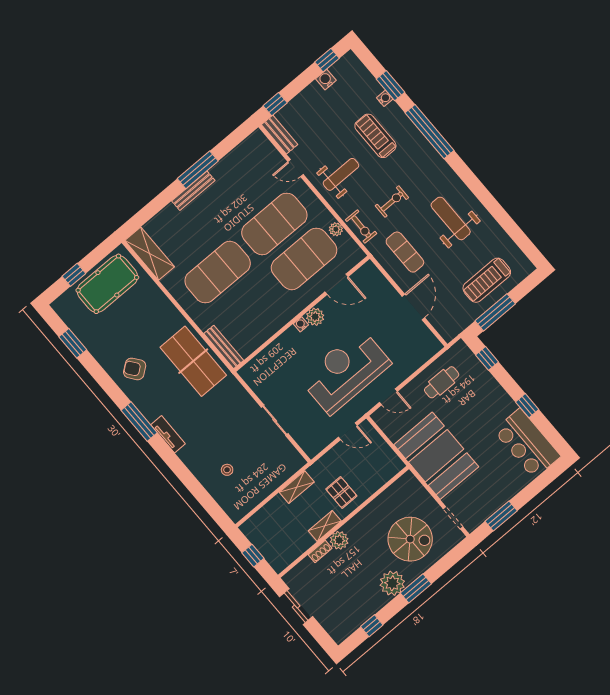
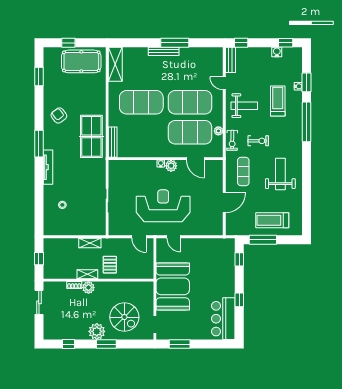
cafe table: (442, 382) -> (206, 252), removed
tv unit: (168, 434) -> (48, 167), width x1.41

